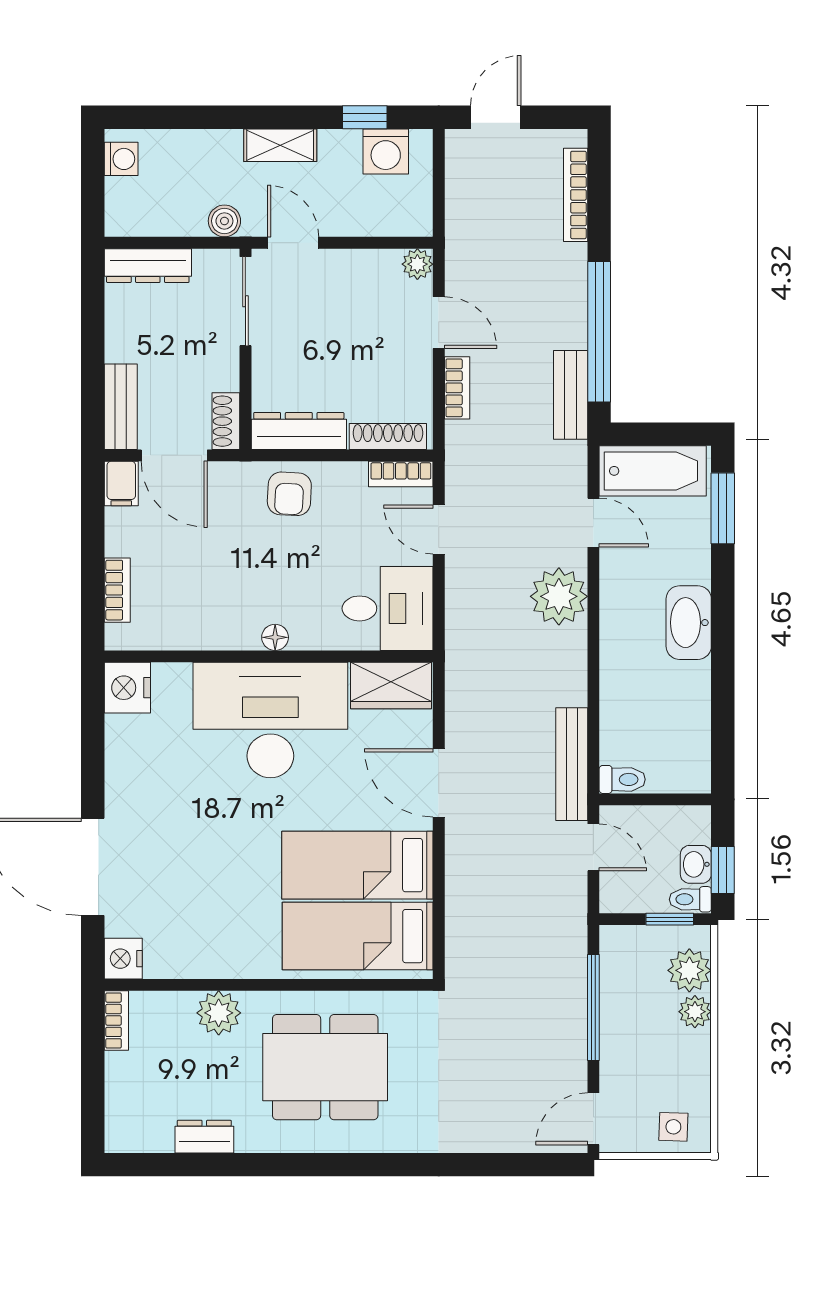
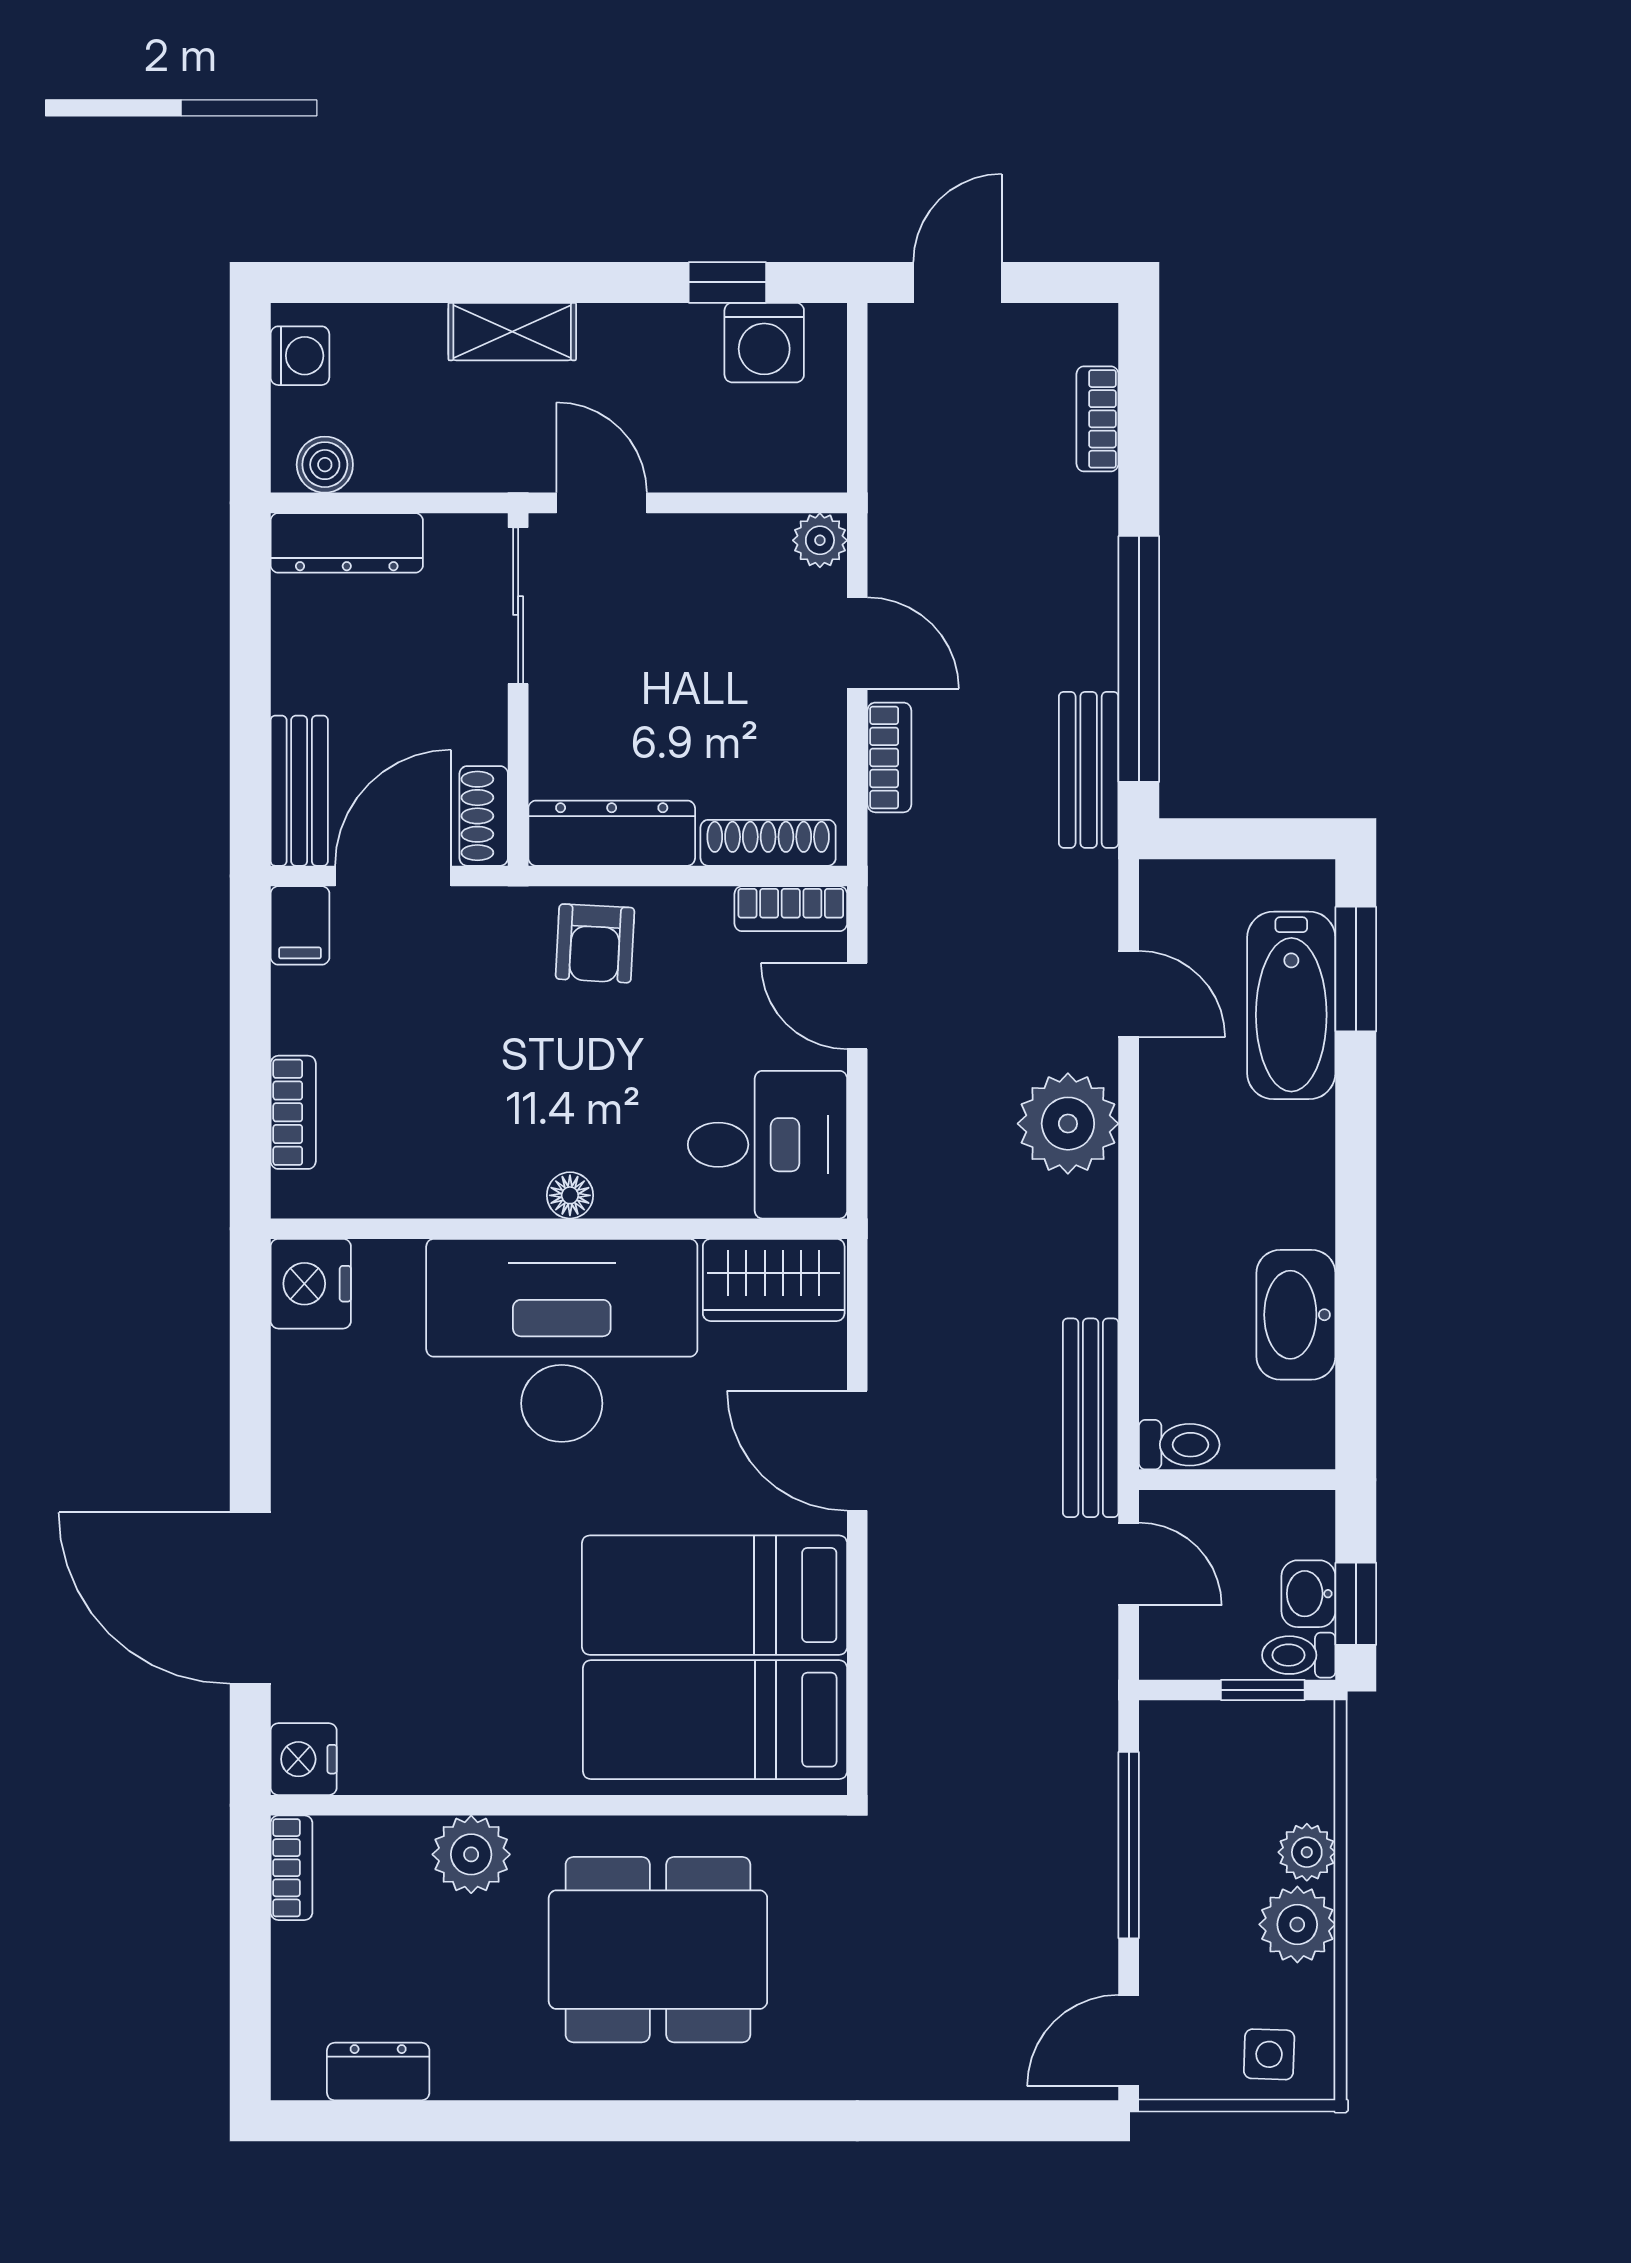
shelving: (280, 145) -> (512, 332), moved
bookcase: (576, 195) -> (1097, 419), width x0.64
boiler: (224, 221) -> (325, 465), moved
door: (174, 455) -> (393, 876), swing flipped
bathtub: (653, 471) -> (1291, 1005), moved, turned 90
washbasin: (689, 623) -> (1296, 1315), moved
plant: (689, 970) -> (1297, 1924), moved
dresser: (204, 1137) -> (378, 2072), moved

